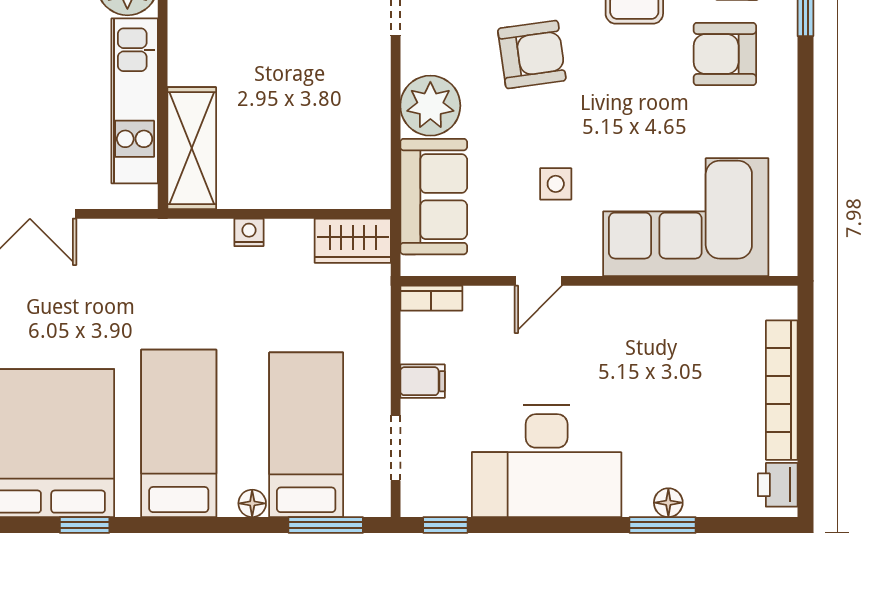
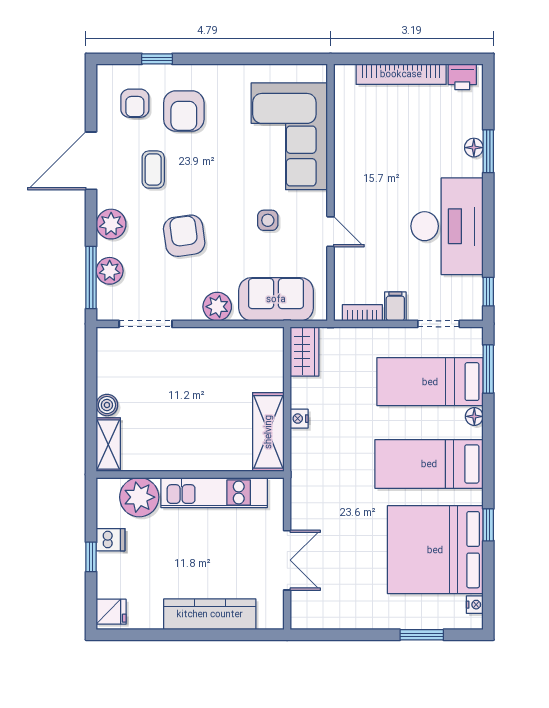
plant: (430, 106) -> (217, 307), width x0.73, depth x0.73
shelving: (192, 148) -> (268, 432), moved, turned 90
bookcase: (431, 298) -> (362, 313), moved, turned -90

